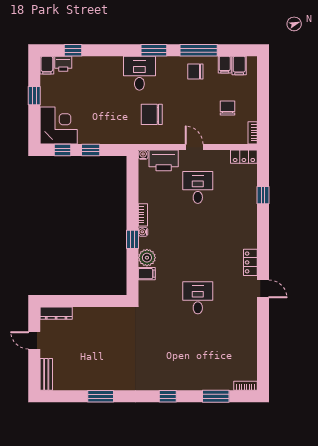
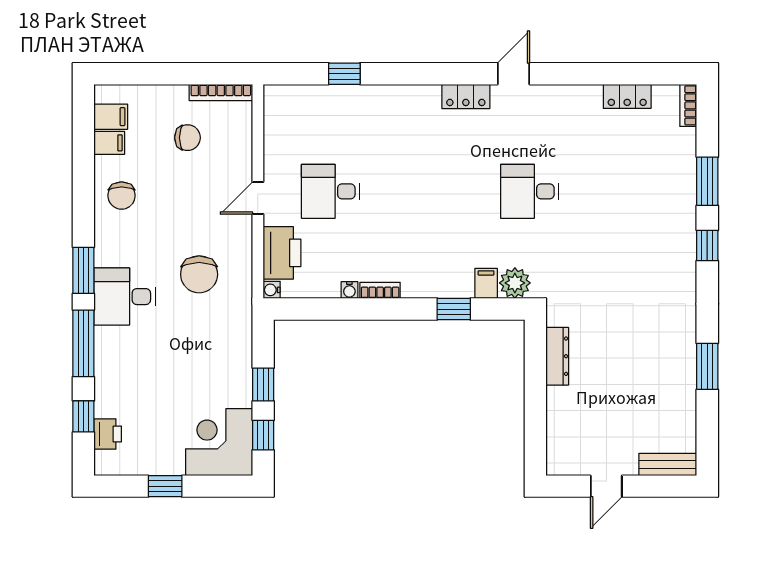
window: (199, 50) -> (83, 343), moved
filing cabinet: (47, 65) -> (110, 463), removed
chair: (228, 108) -> (187, 138), turned 180
bookcase: (253, 133) -> (221, 92), width x1.56
locker: (244, 157) -> (627, 96), moved, turned 90
water cooler: (143, 232) -> (349, 290), moved
window: (133, 239) -> (454, 309), moved
plant: (147, 258) -> (515, 283), moved
dresser: (56, 313) -> (557, 356), moved
window: (216, 396) -> (707, 181), moved

